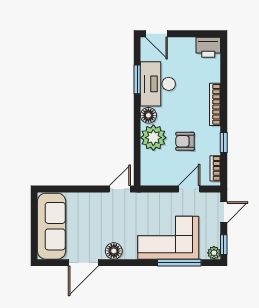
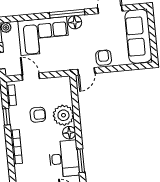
door: (189, 189) -> (31, 77), swing flipped
armchair: (97, 204) -> (104, 58), added
floor lamp: (114, 251) -> (75, 22), moved
window: (179, 263) -> (67, 14), moved

